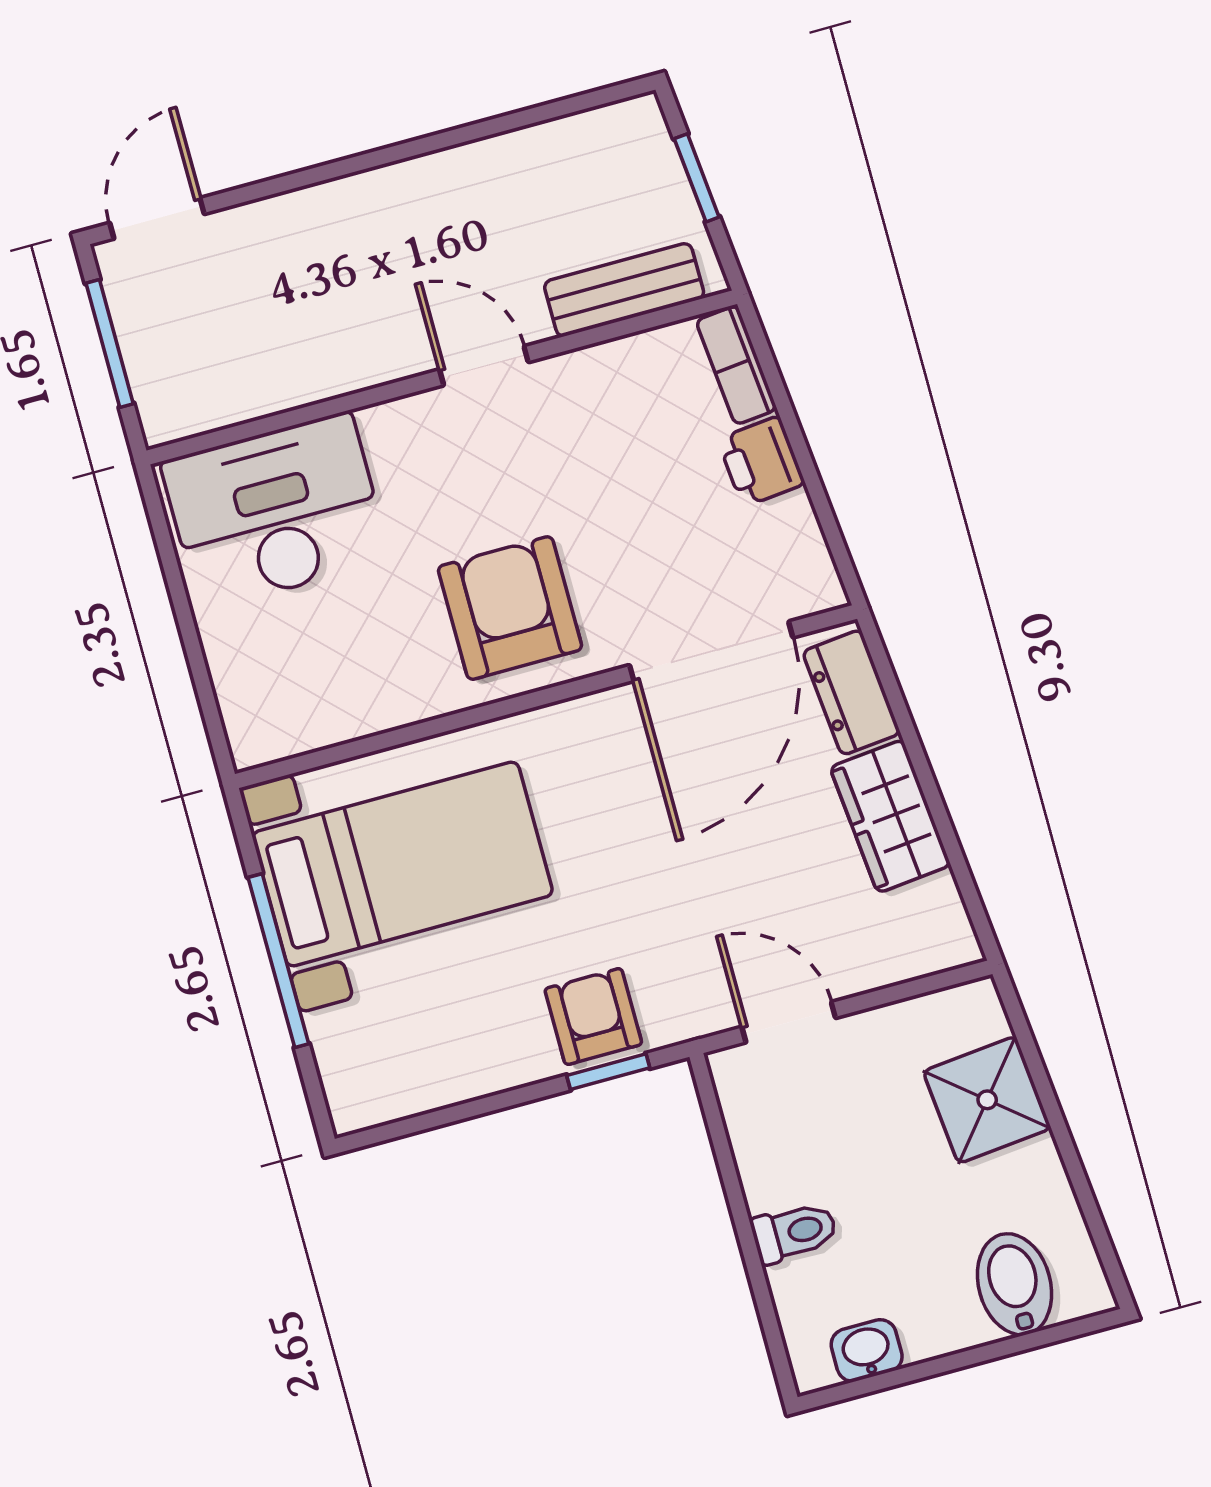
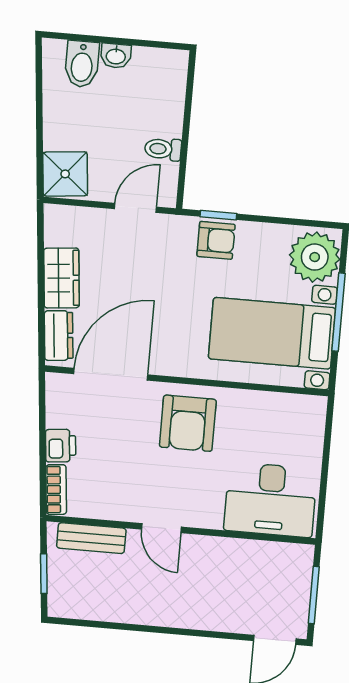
armchair: (593, 1017) -> (216, 240), turned -90
door: (789, 1022) -> (136, 208), swing flipped
plant: (372, 1058) -> (315, 257), added
shower: (987, 1100) -> (65, 174), moved
toilet: (794, 1232) -> (163, 149), moved
washbasin: (867, 1351) -> (116, 56), moved

